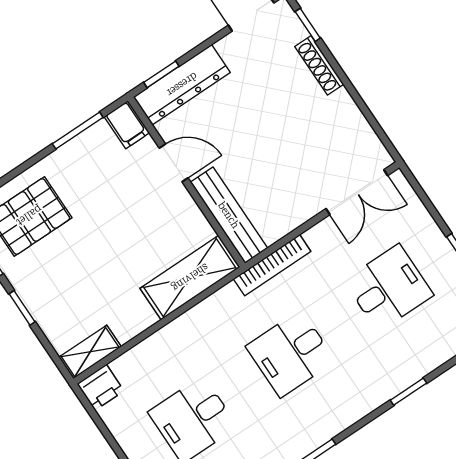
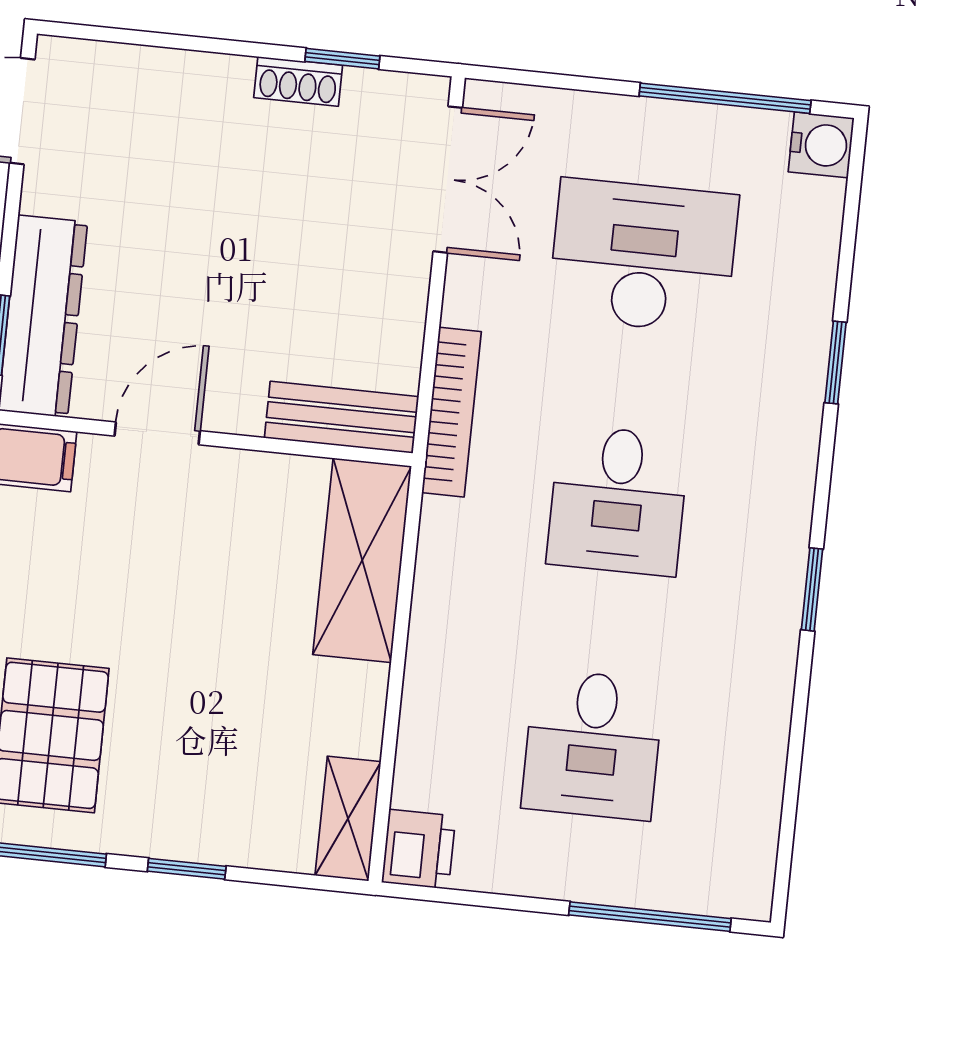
window: (308, 25) -> (342, 59), moved
shoe rack: (319, 65) -> (298, 81), moved, width x0.70
bench: (229, 215) -> (342, 417), width x0.73
desk: (389, 288) -> (643, 256), width x1.37

